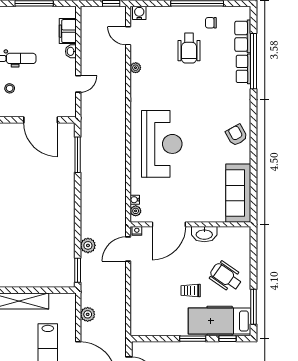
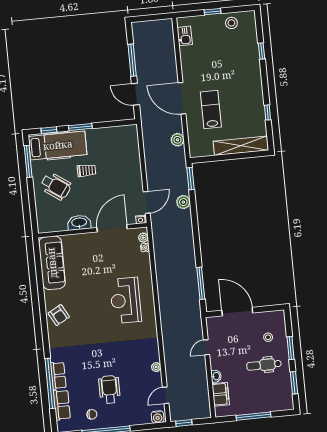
door: (128, 36) -> (166, 395), swing flipped
reception desk: (162, 144) -> (126, 300), width x0.74, depth x0.77

